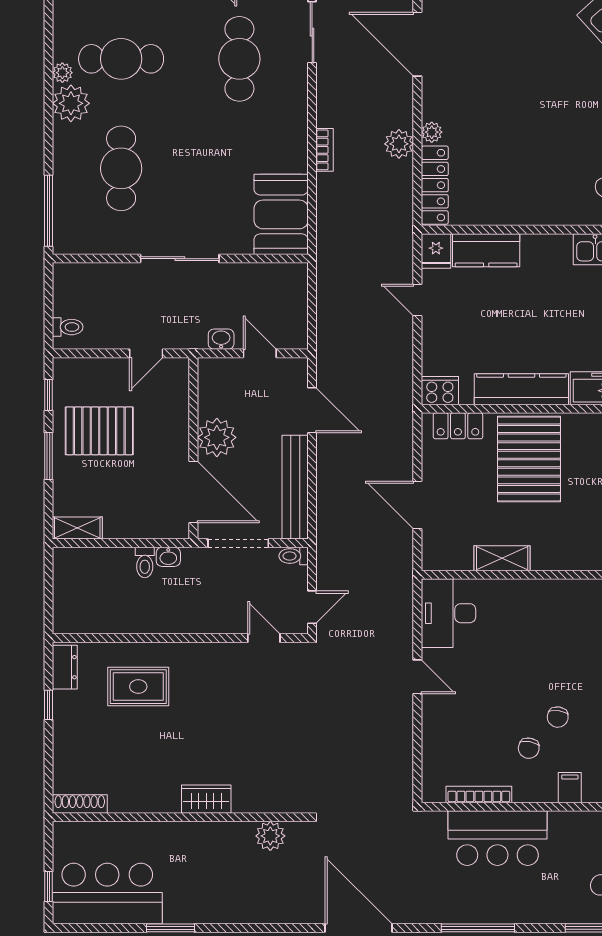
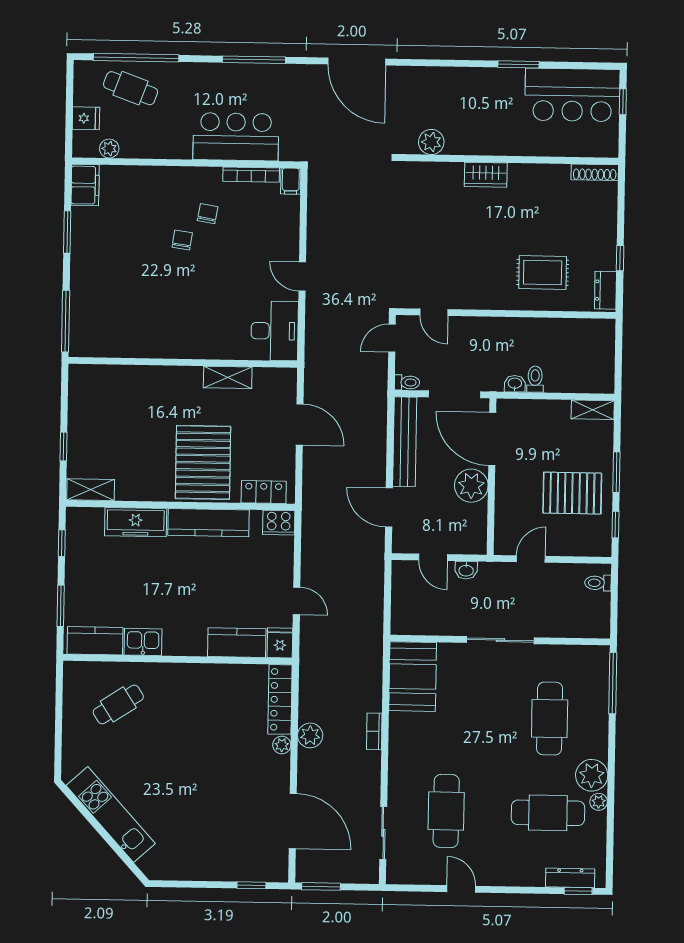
filing cabinet: (570, 788) -> (291, 181), moved

